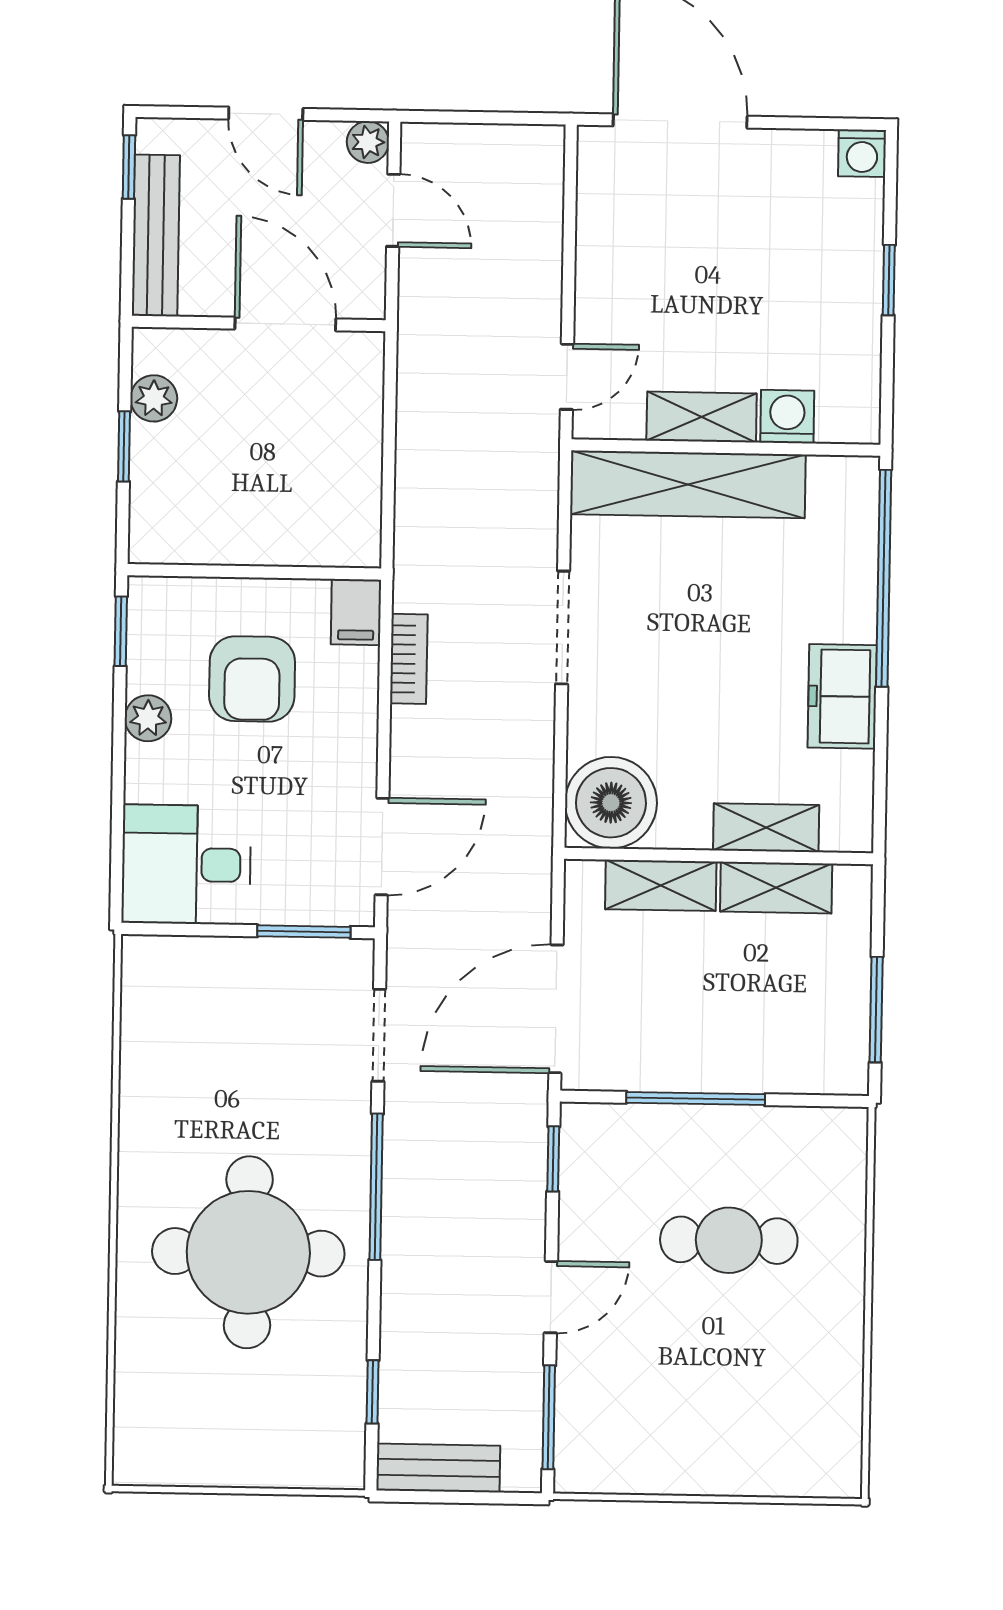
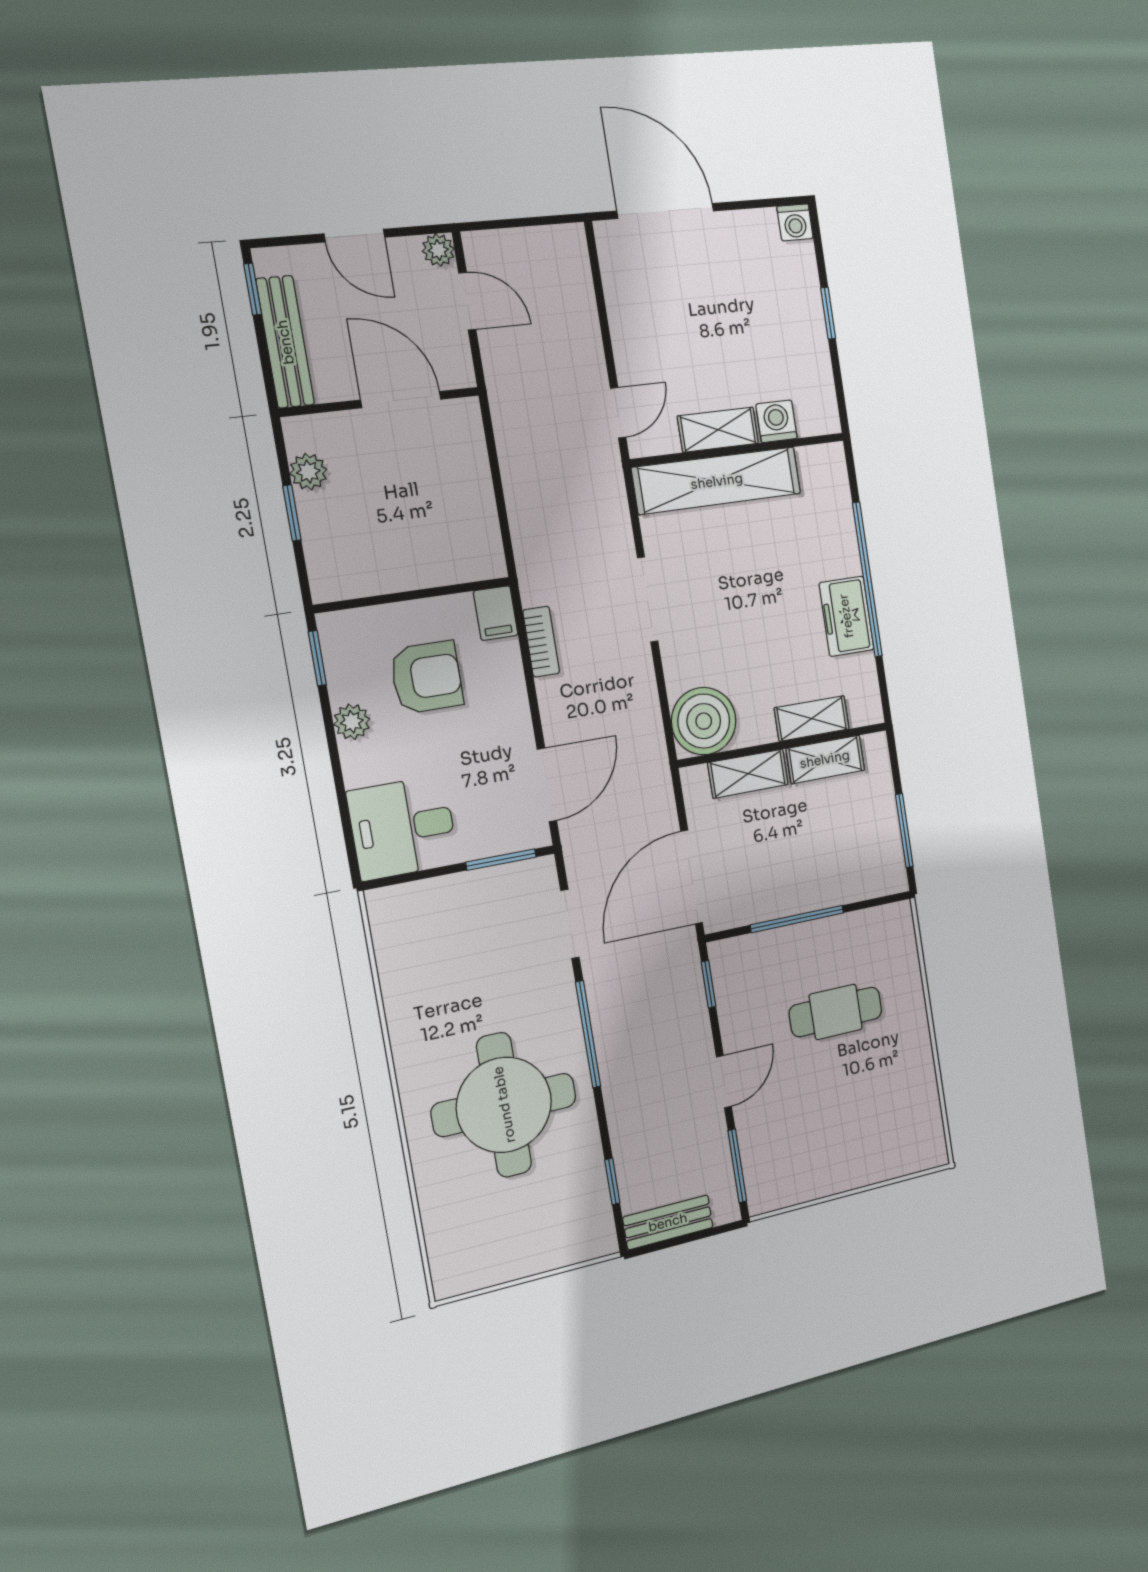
window: (884, 578) -> (867, 580), moved
armchair: (252, 679) -> (427, 677), turned -90

